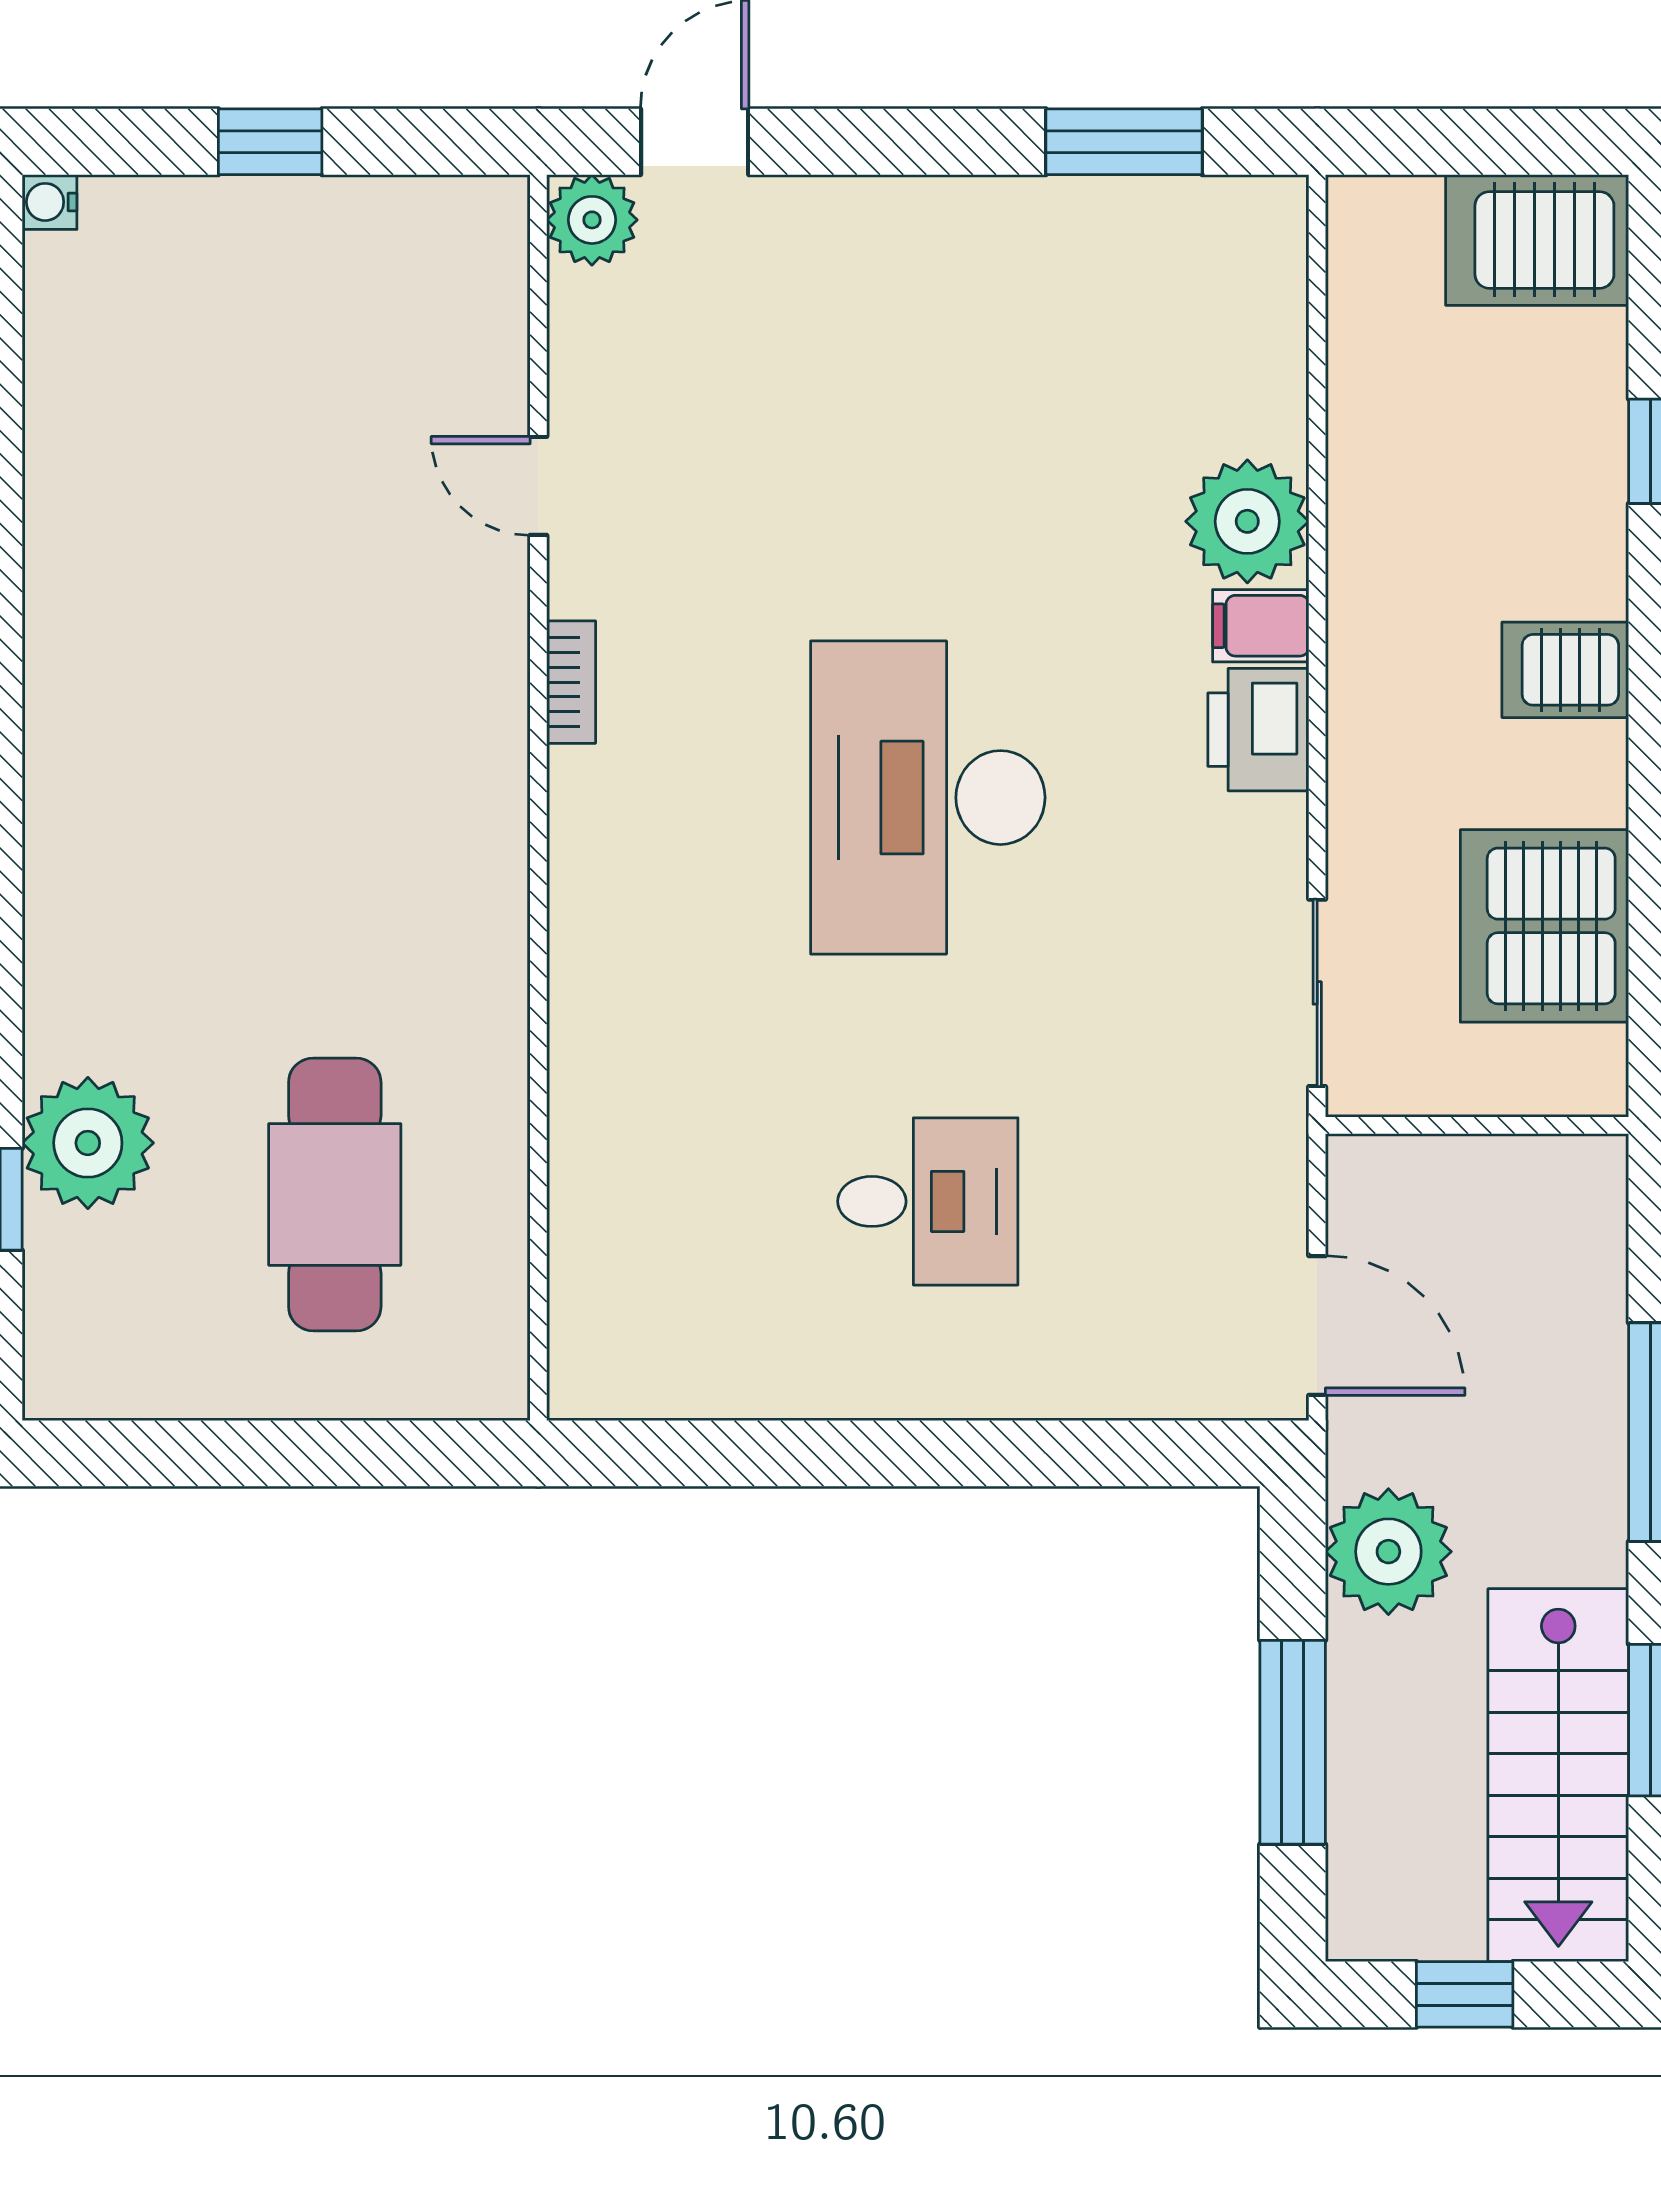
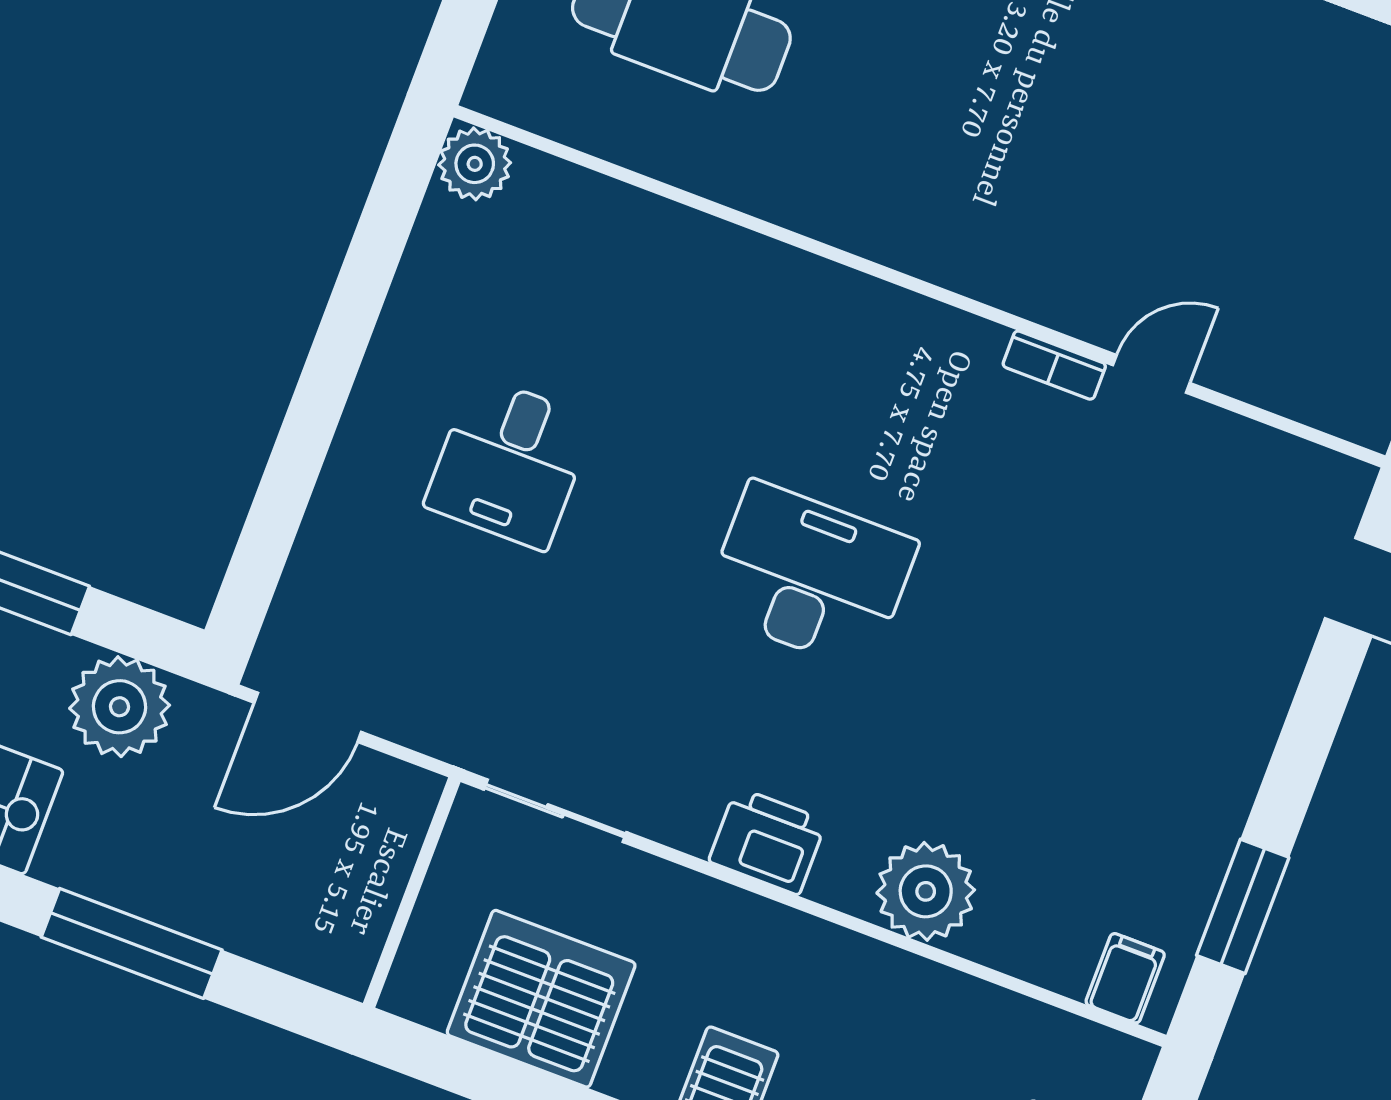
plant: (592, 220) -> (475, 164), moved
filing cabinet: (1261, 626) -> (1125, 978), moved
bookcase: (571, 682) -> (1054, 365), moved
desk: (928, 798) -> (810, 576), width x0.73, depth x0.77

